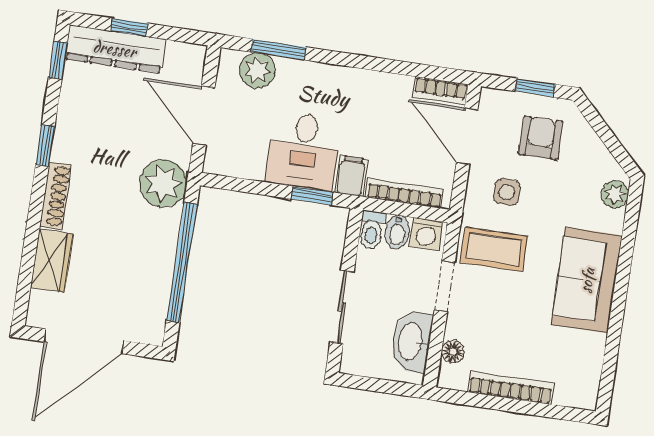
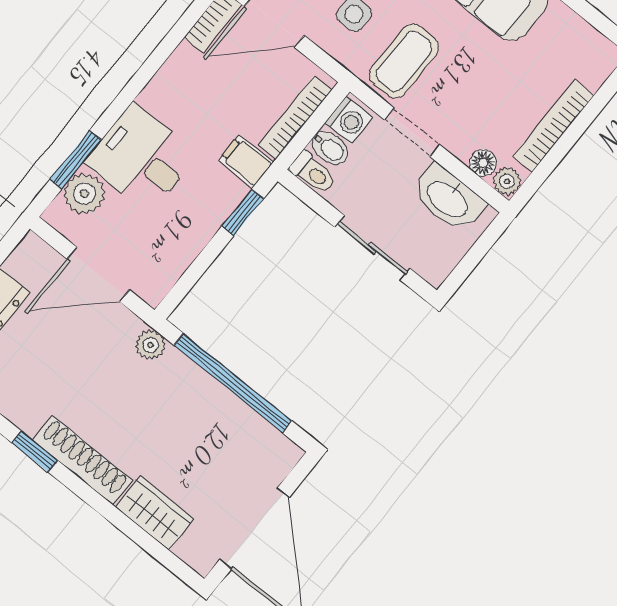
desk: (304, 151) -> (141, 158), moved, turned 180
plant: (163, 183) -> (150, 345), width x0.53, depth x0.53
shoe rack: (55, 196) -> (82, 460), width x1.36, depth x1.24
plant: (450, 377) -> (507, 181), added

